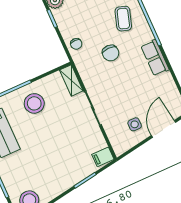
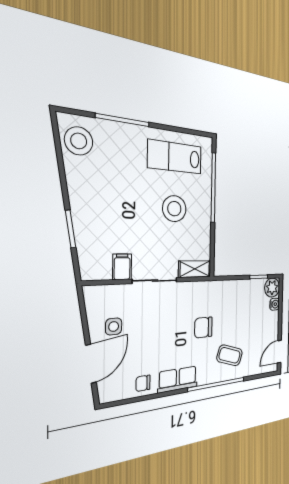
chair: (76, 44) -> (143, 383), moved
stool: (34, 103) -> (174, 209), moved
door: (164, 129) -> (91, 364), hinge flipped
filing cabinet: (103, 157) -> (122, 267), moved

